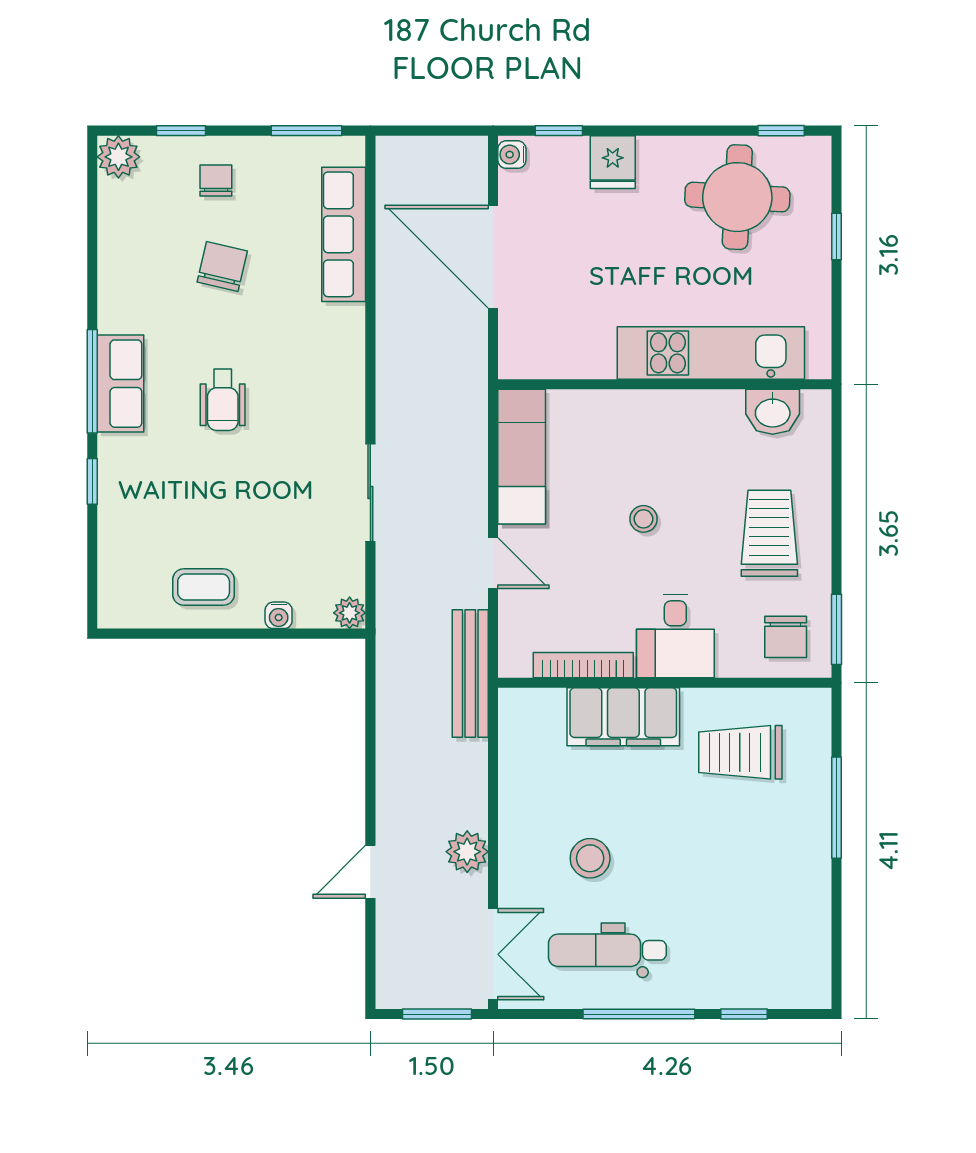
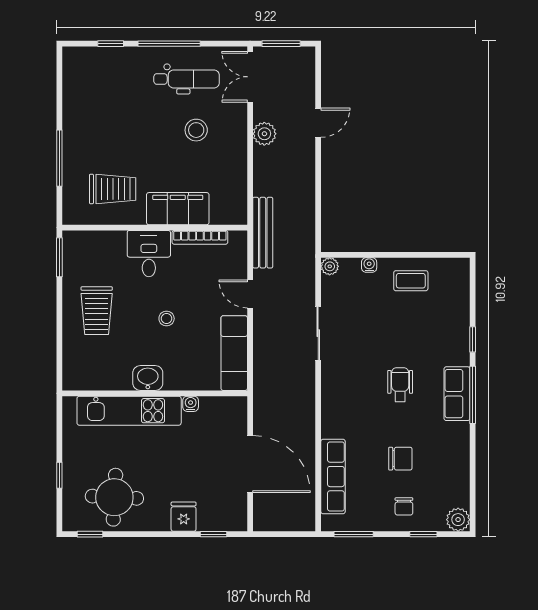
water cooler: (512, 155) -> (191, 404), moved, turned -90
chair: (222, 267) -> (400, 459), turned -103
washbasin: (773, 412) -> (148, 378), moved
chair: (786, 637) -> (88, 253), removed

